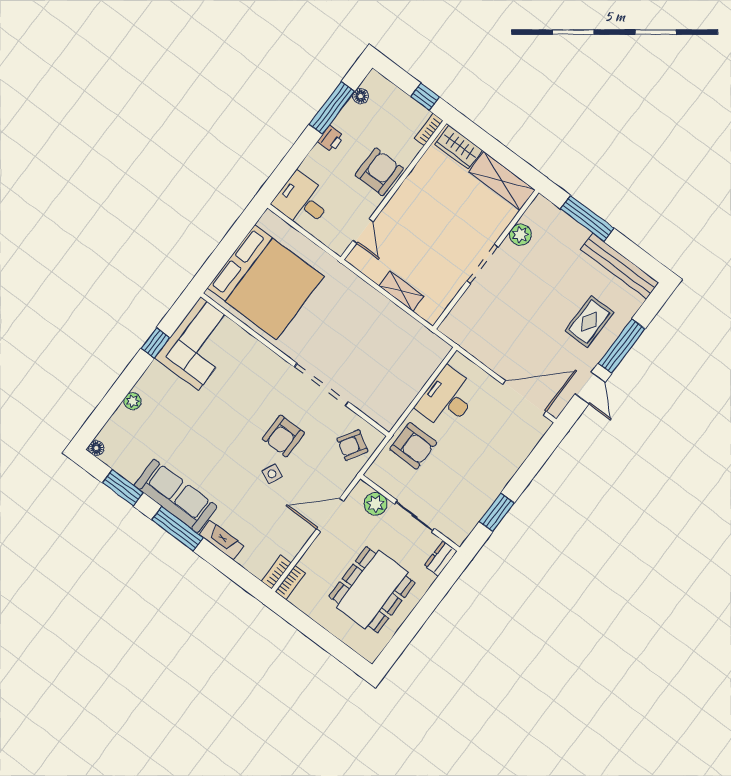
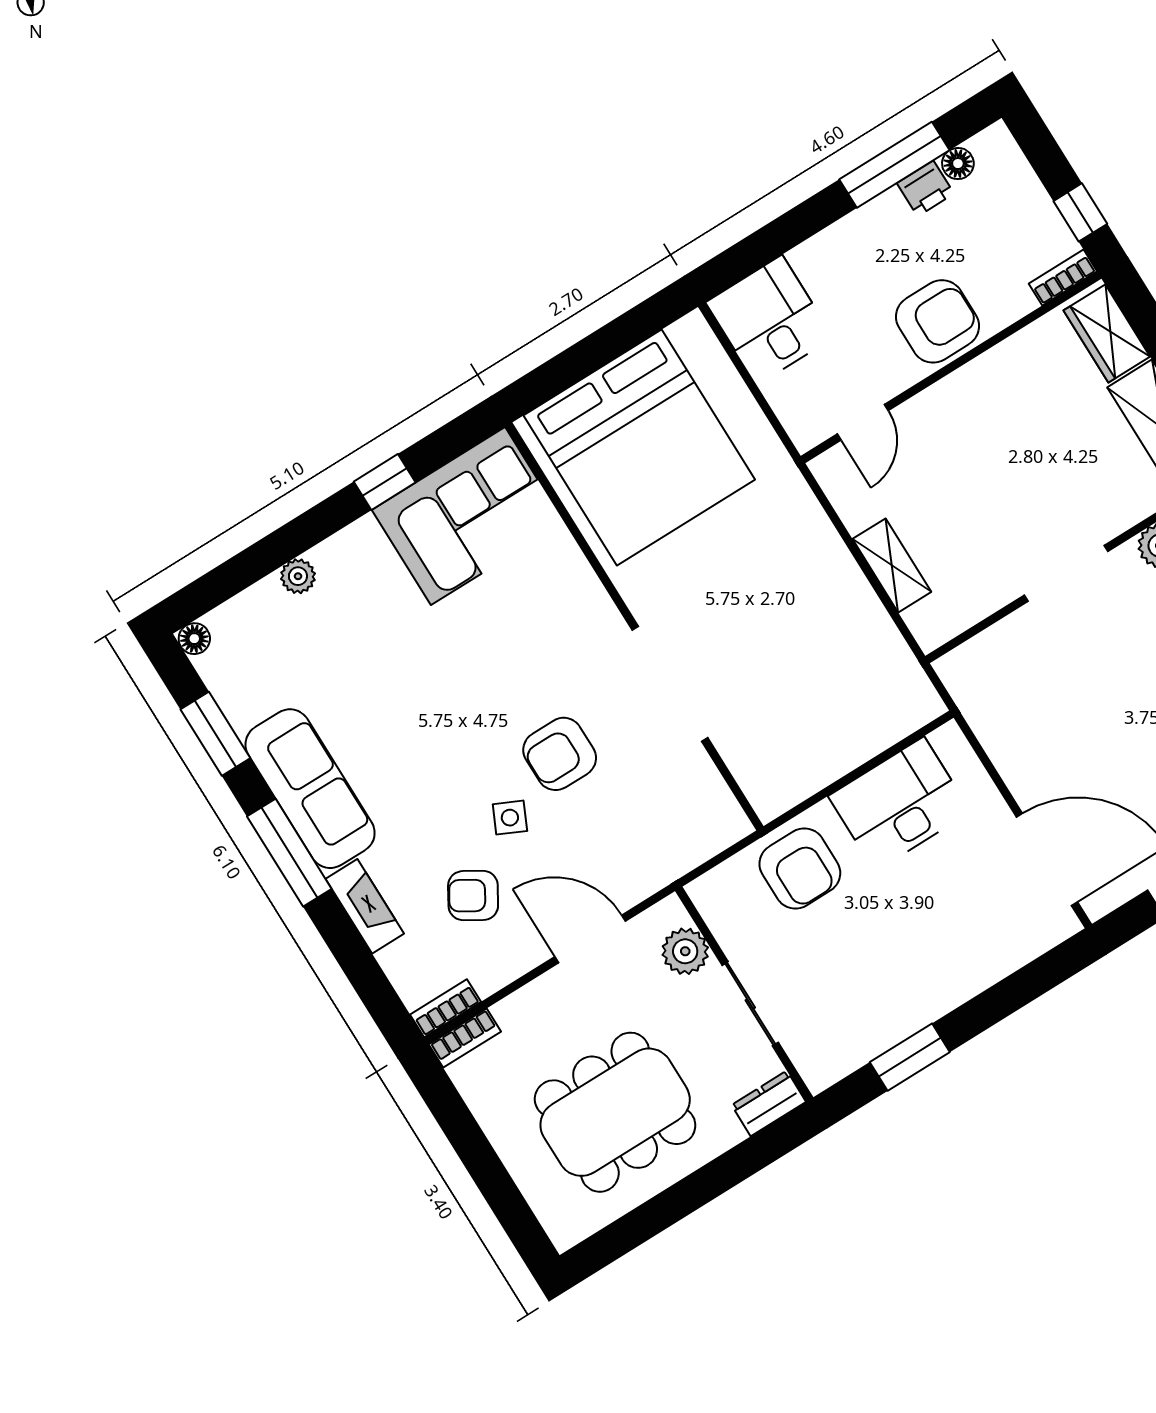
printer: (331, 139) -> (925, 188), moved
armchair: (352, 445) -> (473, 896), moved

